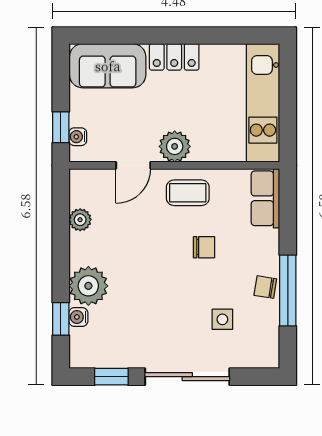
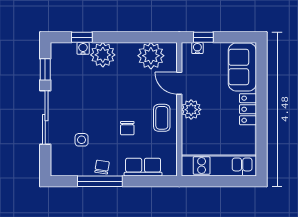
row of seats: (265, 198) -> (143, 167), moved
plant: (80, 220) -> (151, 56), width x1.88, depth x1.88

